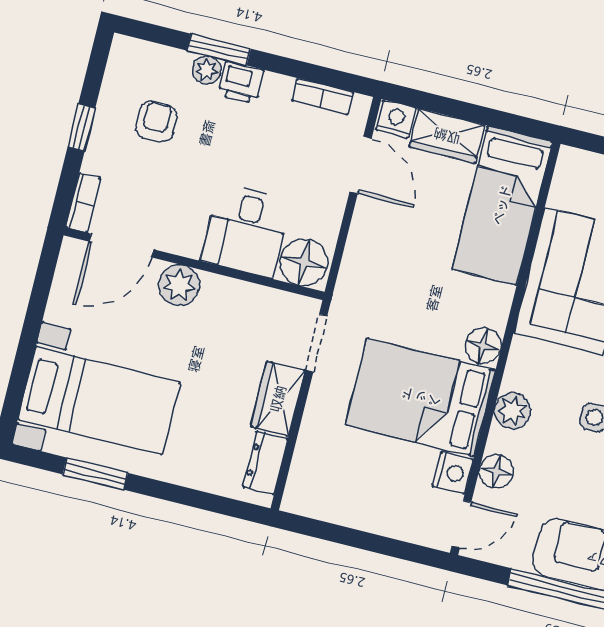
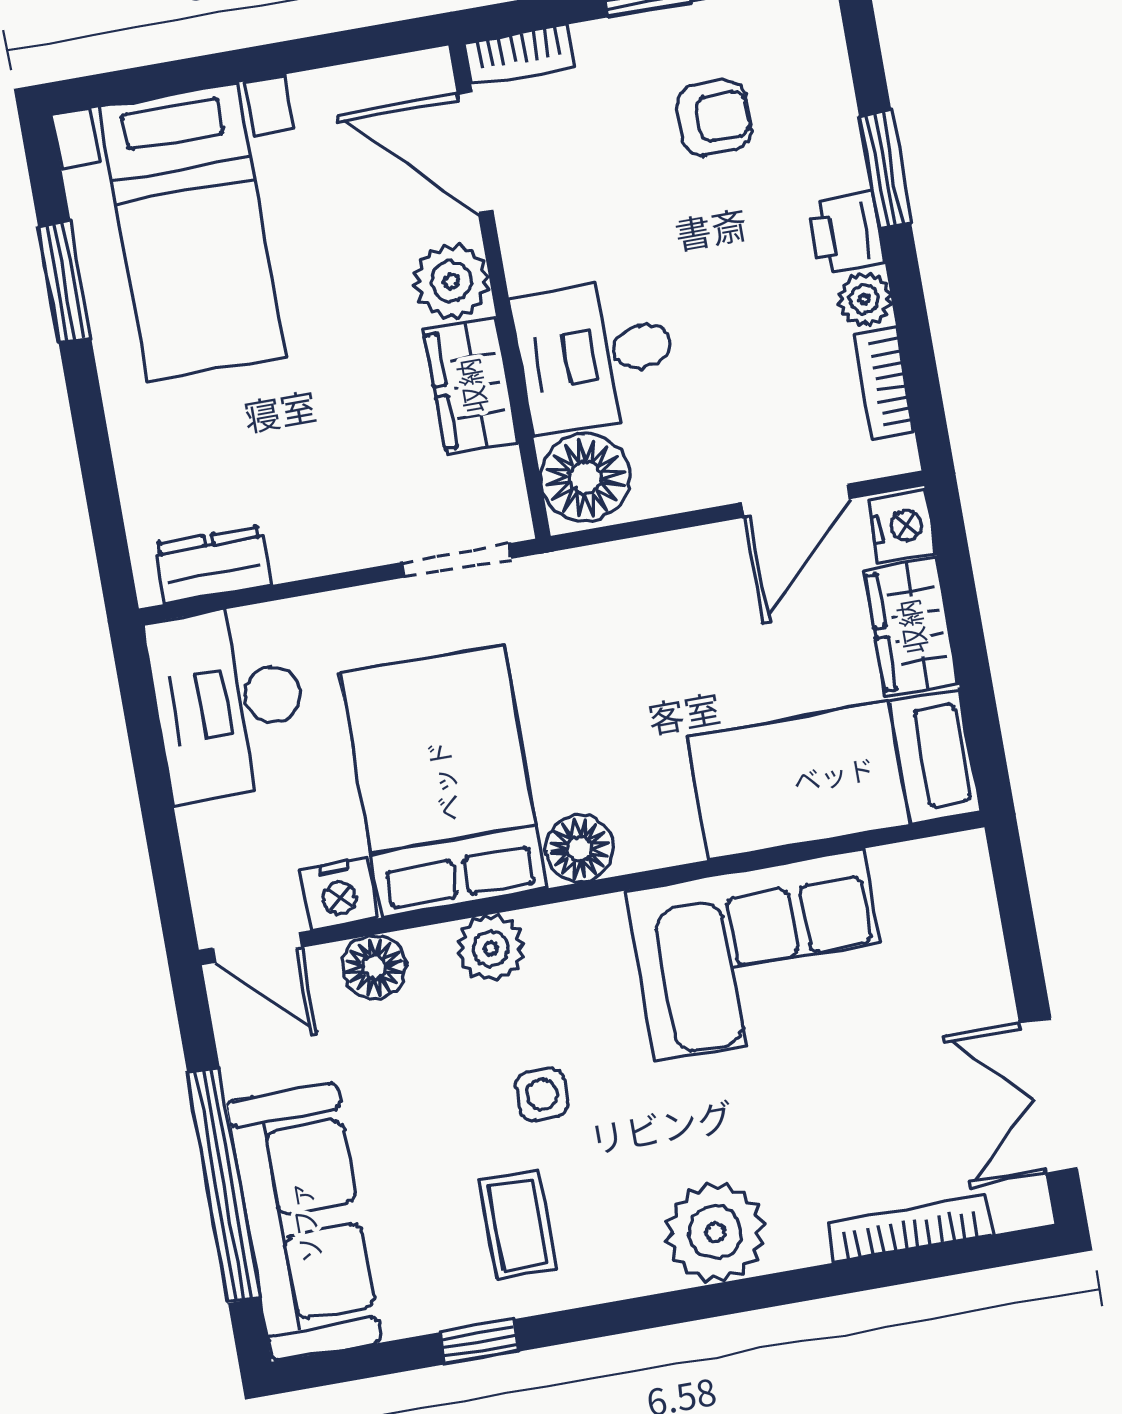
plant: (206, 70) -> (864, 299), moved
wardrobe: (278, 399) -> (471, 386), moved, turned -90
desk: (336, 485) -> (229, 702), added

